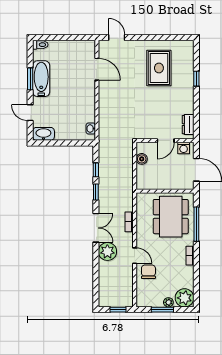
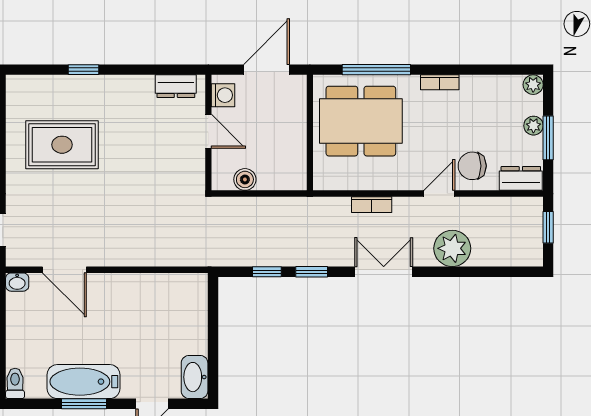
door: (97, 69) -> (64, 270), swing flipped
washbasin: (91, 129) -> (17, 282), moved
plant: (107, 252) -> (452, 248), moved
dresser: (142, 296) -> (521, 178), added
plant: (185, 298) -> (533, 85), width x0.53, depth x0.53

